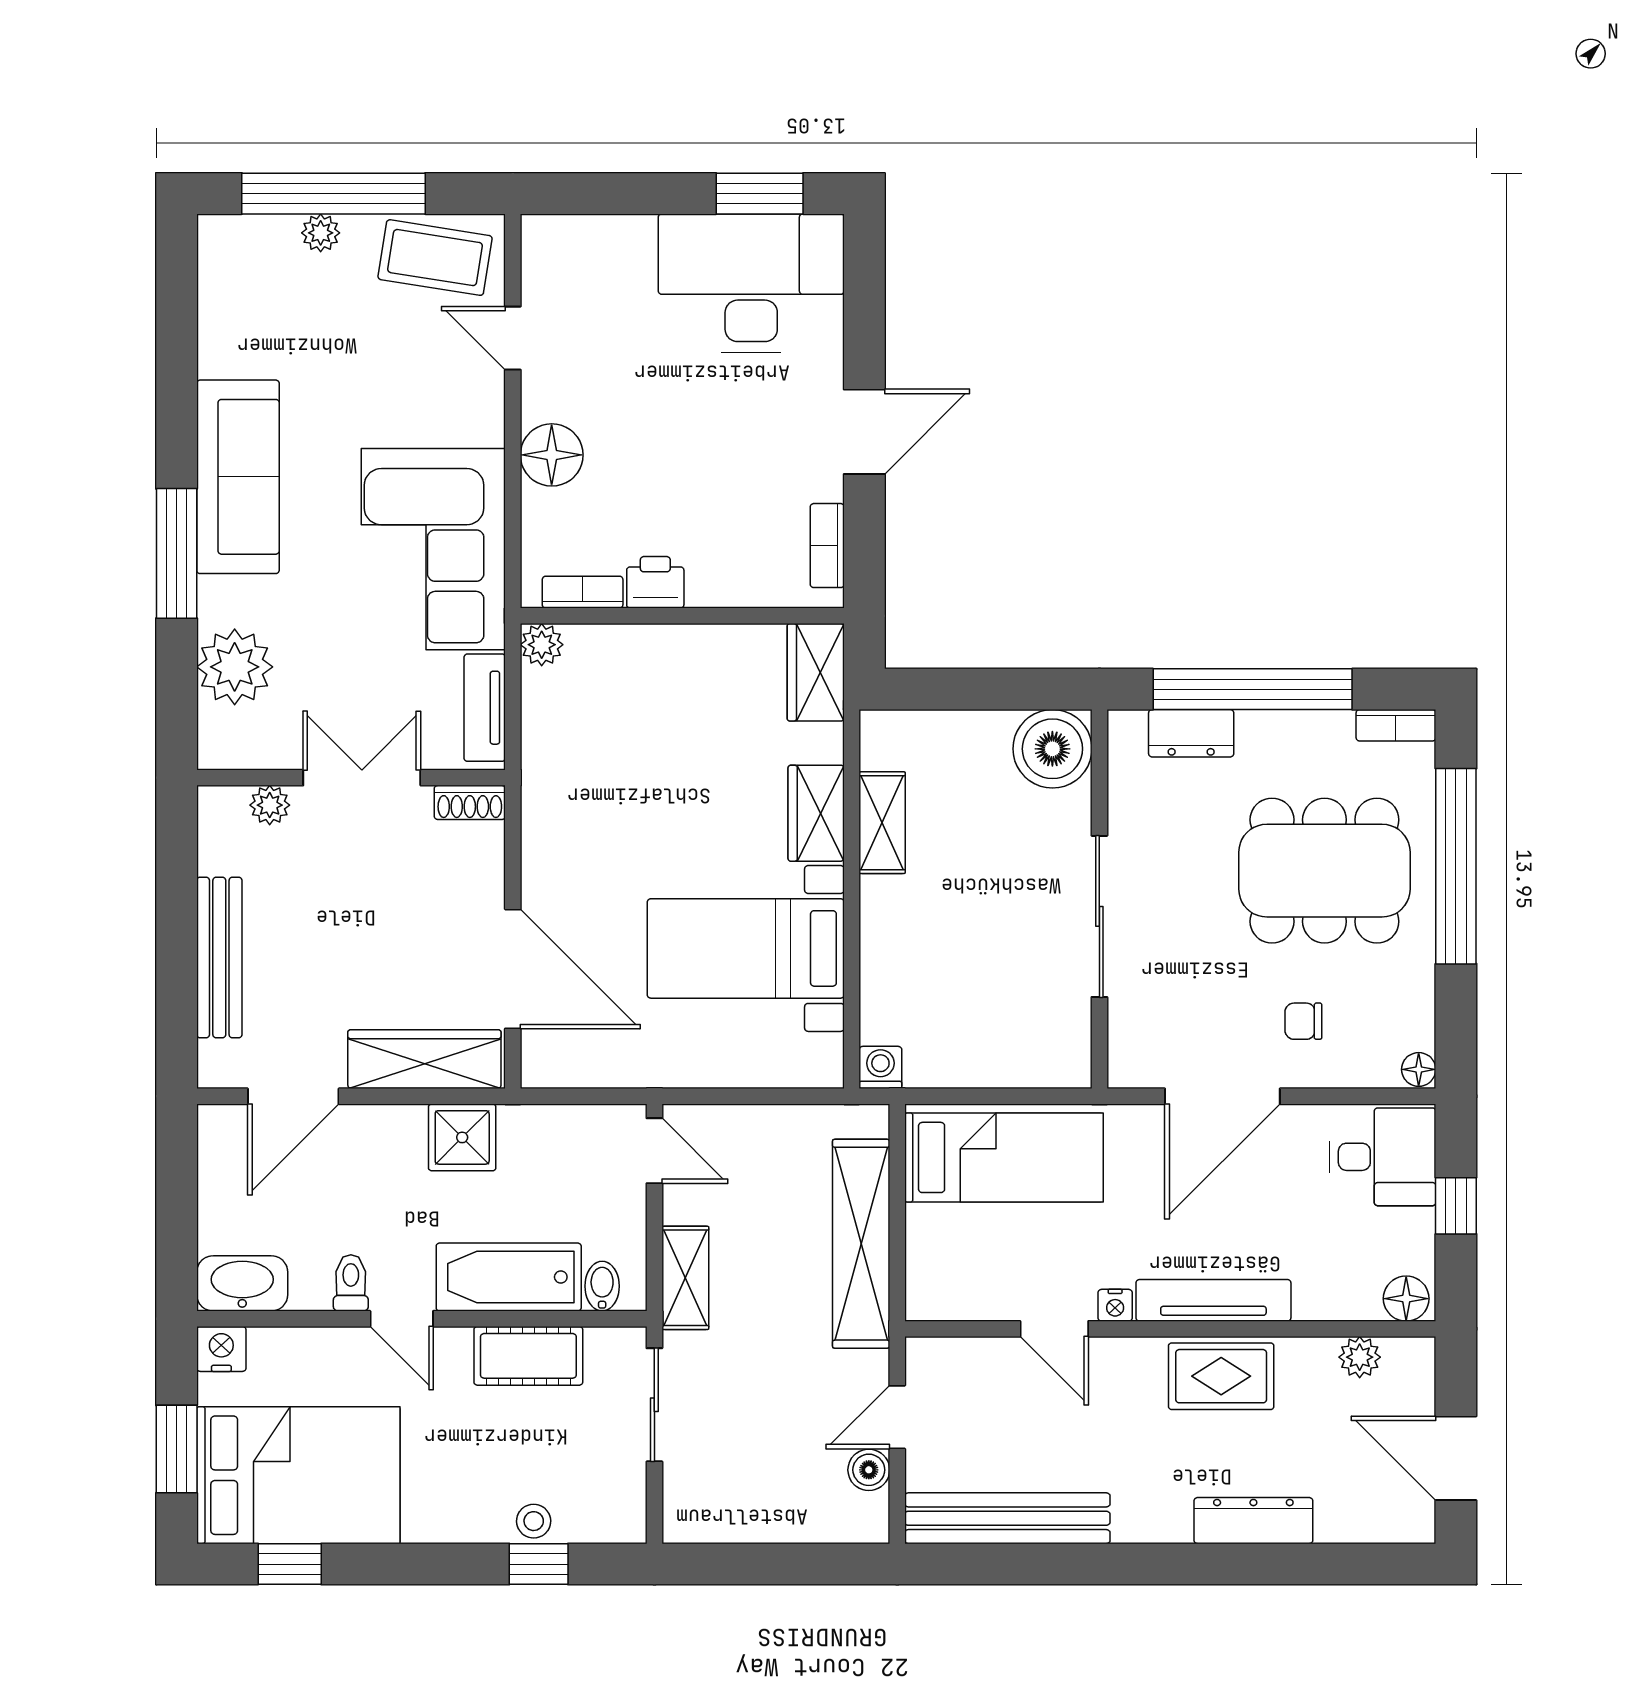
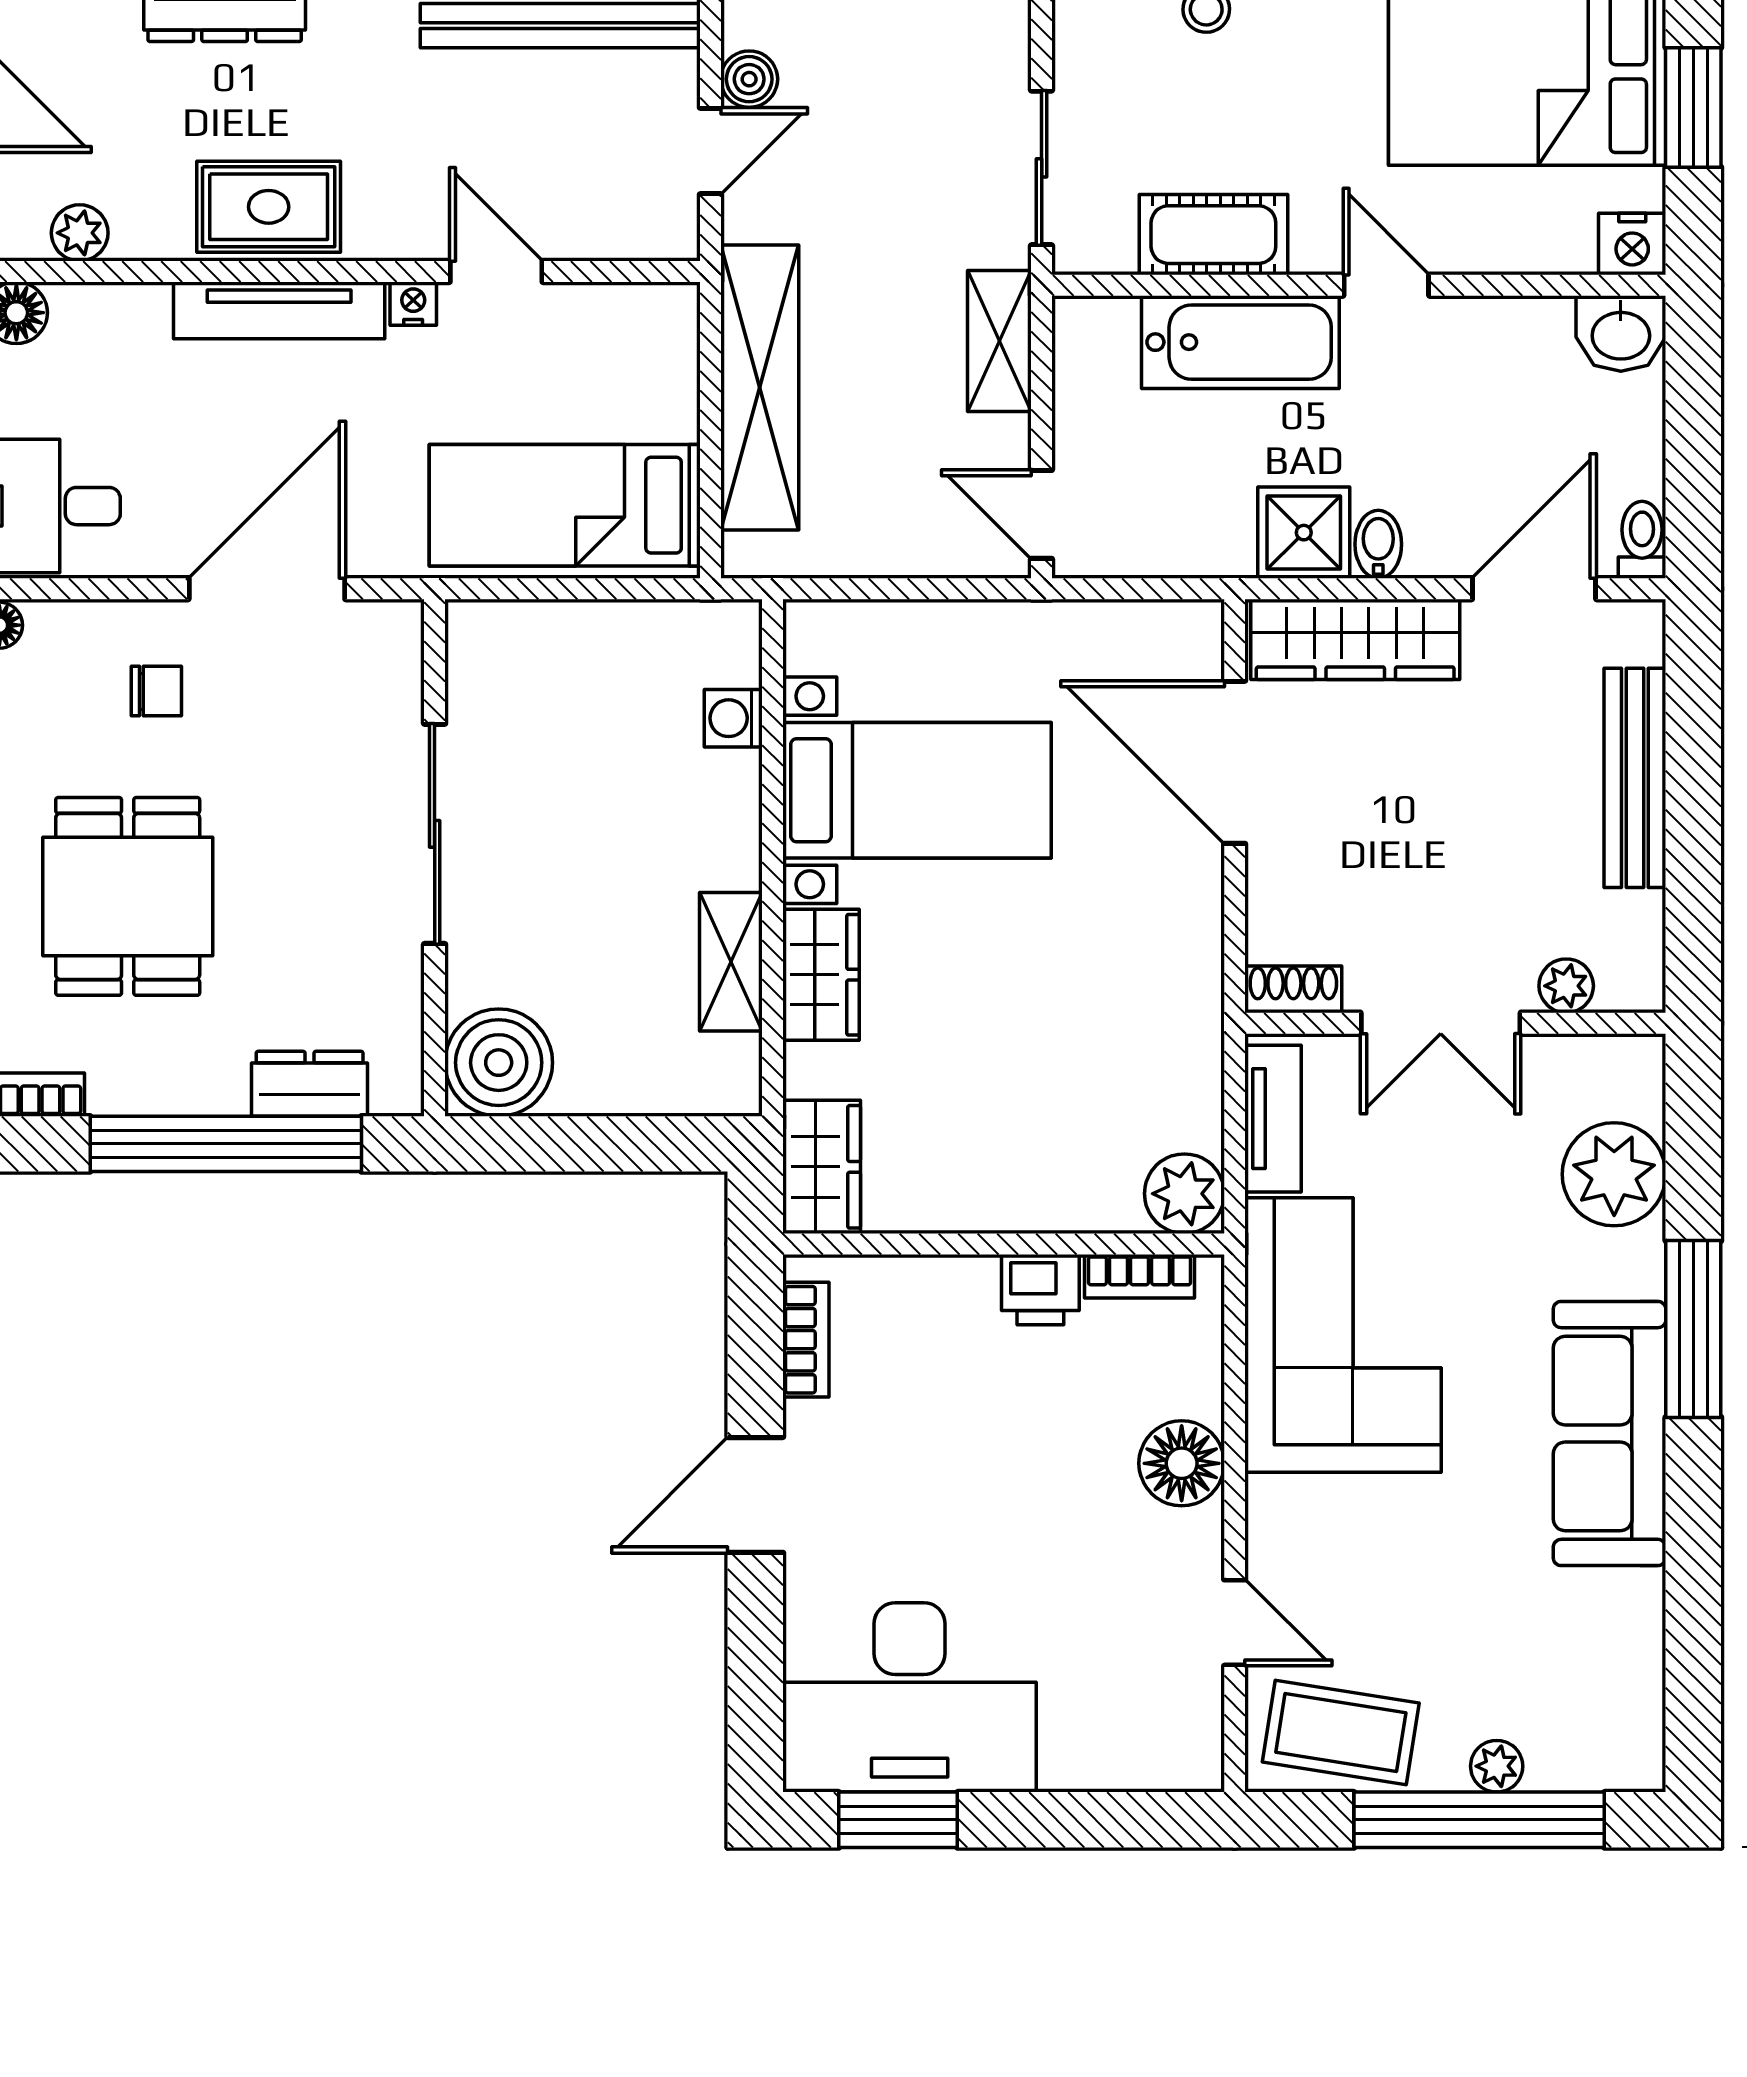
plant: (542, 645) -> (1184, 1194), width x1.38, depth x1.38
dining table: (1324, 871) -> (128, 896), width x0.73
washing machine: (880, 1067) -> (733, 718), moved, turned 90
washbasin: (242, 1283) -> (1621, 333), width x0.72
toilet: (351, 1283) -> (1642, 540), moved, turned 180
bidet: (602, 1286) -> (1378, 544), moved, turned 180

